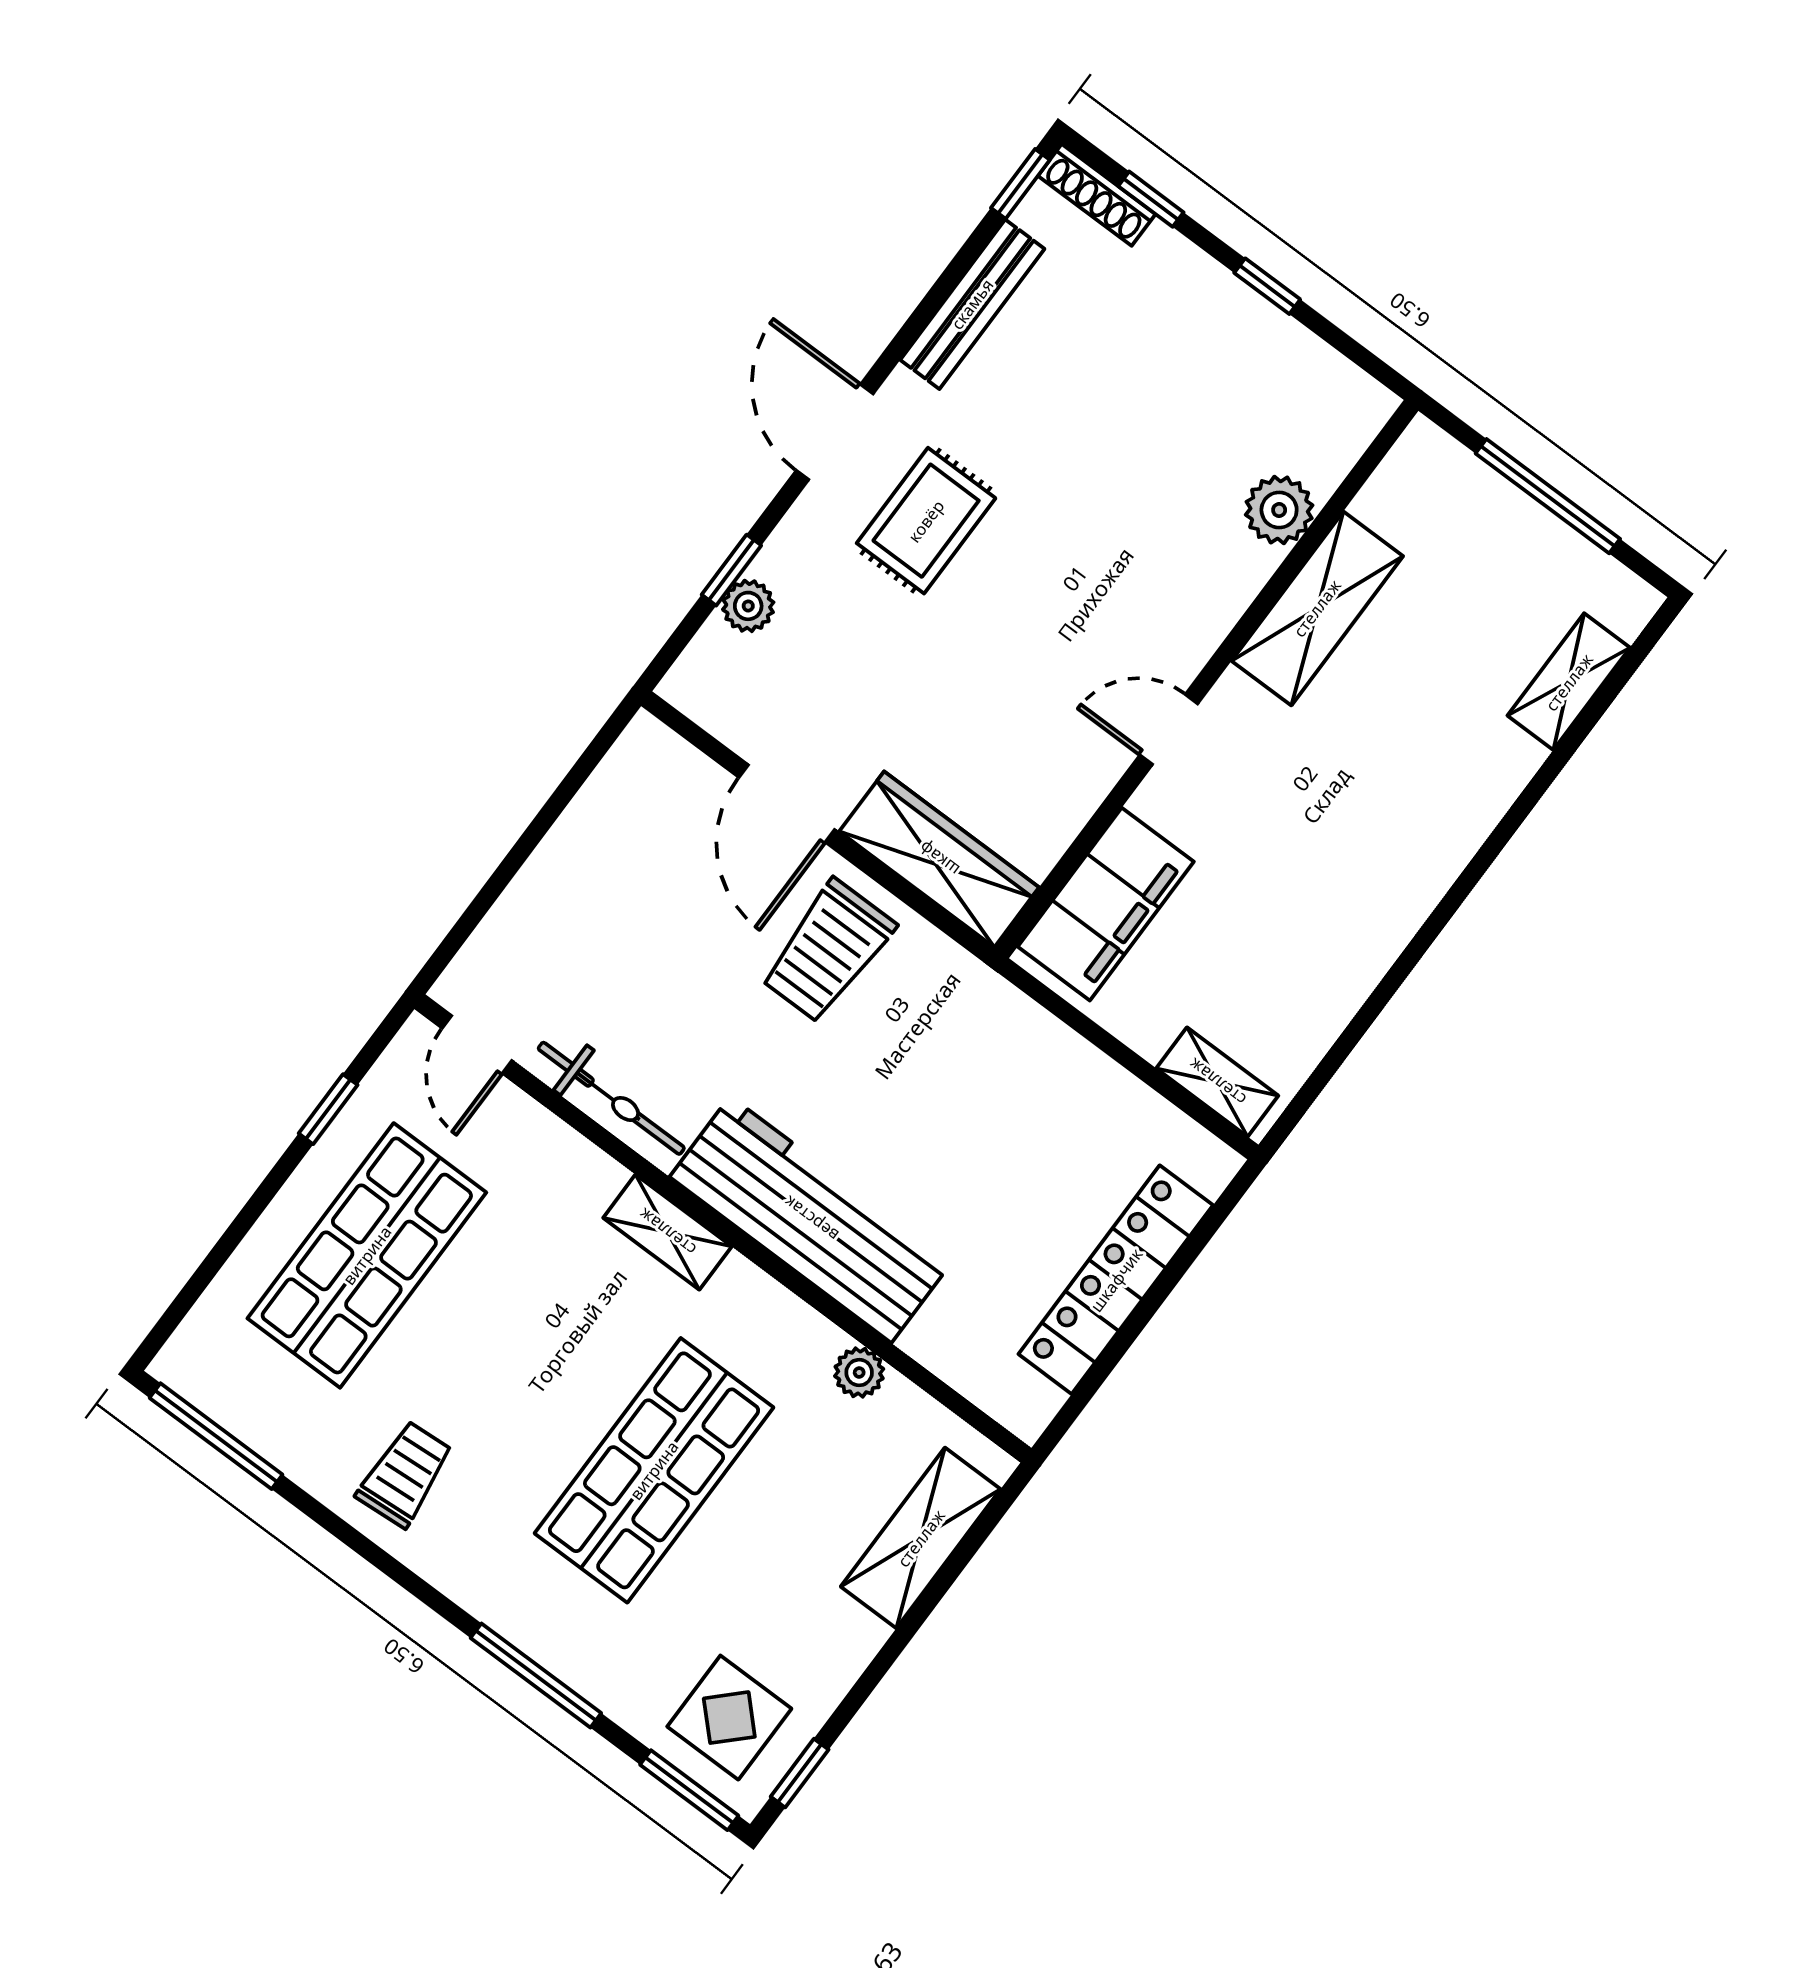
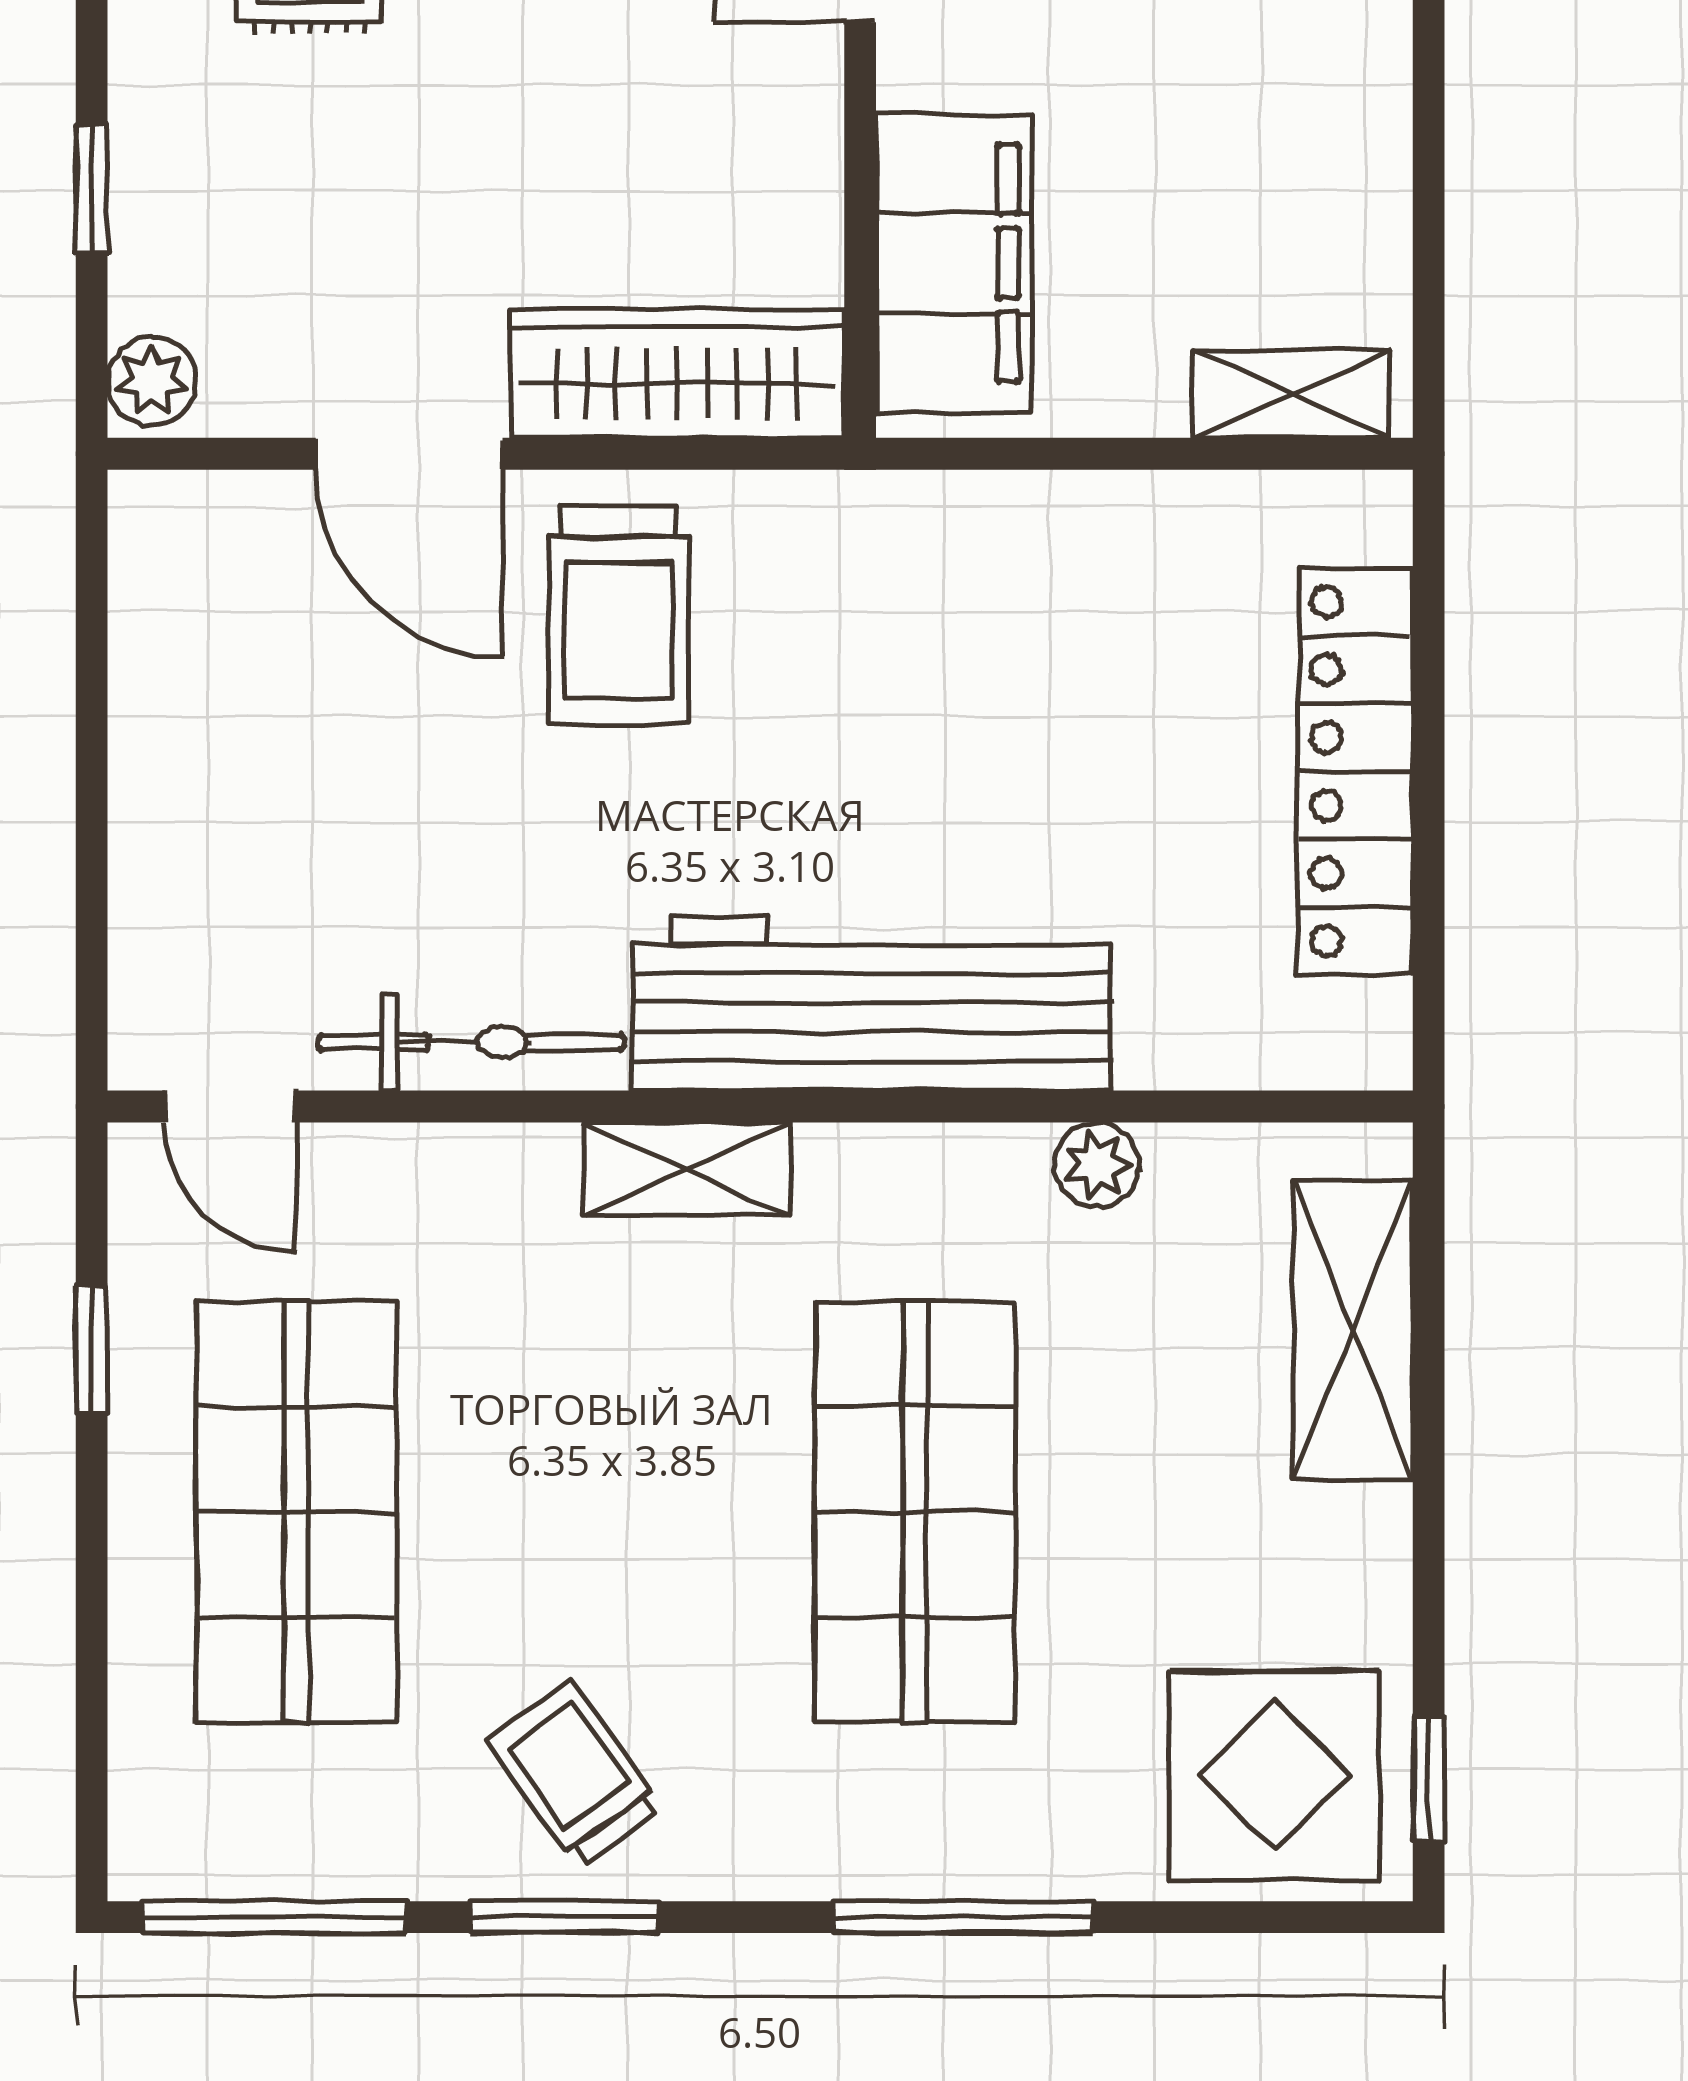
plant: (748, 606) -> (152, 381), moved
trolley: (405, 1474) -> (575, 1774), turned -32
display table: (729, 1718) -> (1274, 1775), width x1.36, depth x1.36
window: (689, 1790) -> (565, 1917), moved

